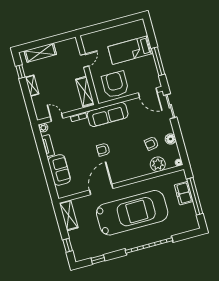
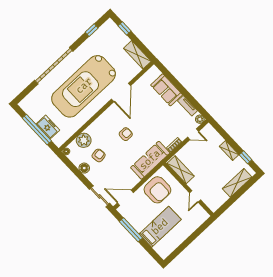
armchair: (103, 150) -> (126, 134), moved

